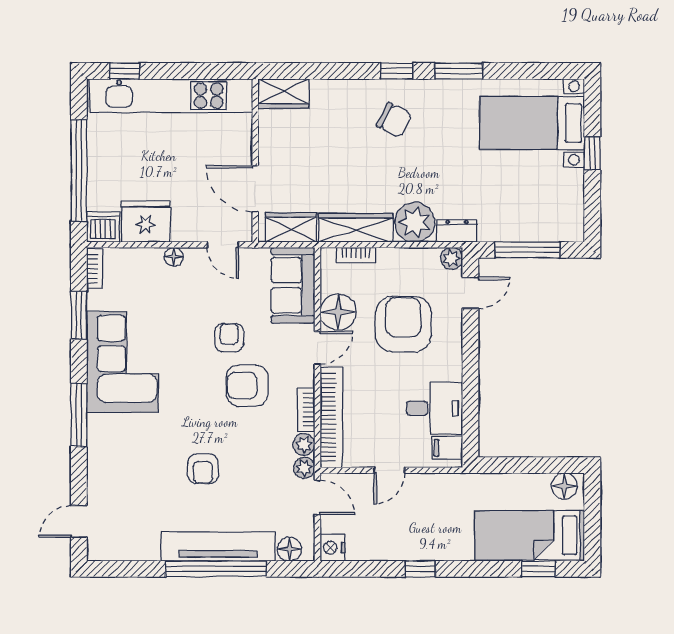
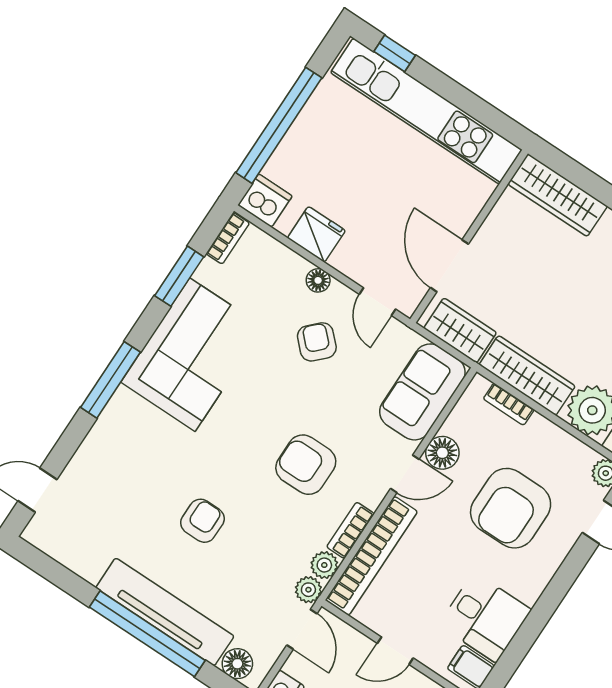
wardrobe: (283, 94) -> (558, 195), width x1.50
fridge: (146, 221) -> (316, 234), width x0.73, depth x0.75
floor lamp: (338, 312) -> (442, 453), width x0.73, depth x0.73
armchair: (403, 324) -> (511, 508), turned 180
armchair: (229, 337) -> (317, 342), moved, turned -45
armchair: (203, 469) -> (202, 521), turned 180

